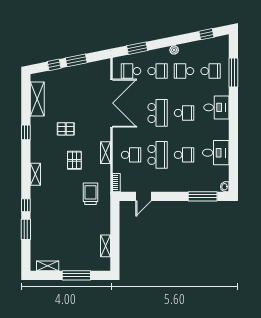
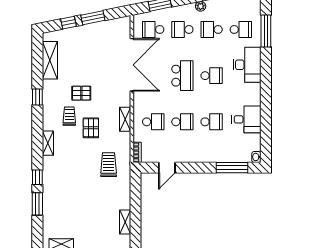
school desk: (158, 71) -> (182, 29), turned 180
desk: (216, 107) -> (247, 65), width x1.37
trolley: (55, 150) -> (69, 116), added
school desk: (158, 155) -> (182, 122), width x0.54

